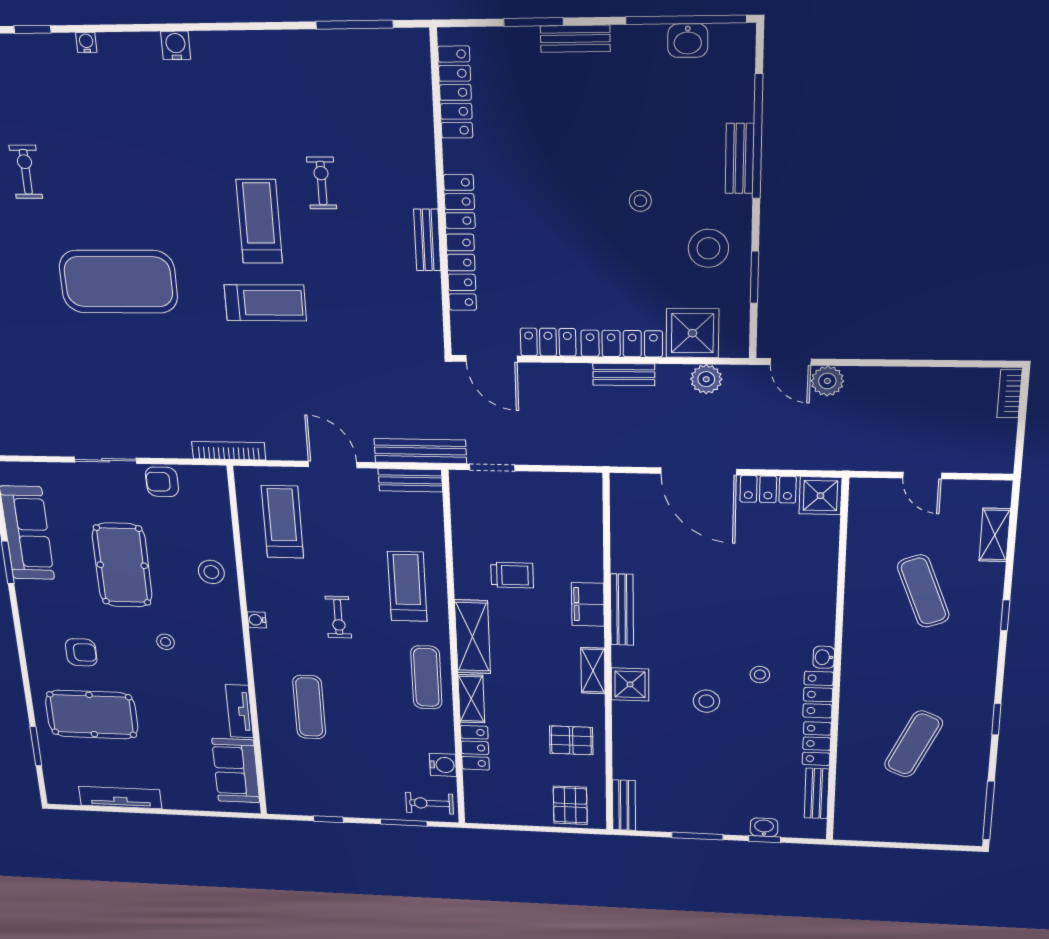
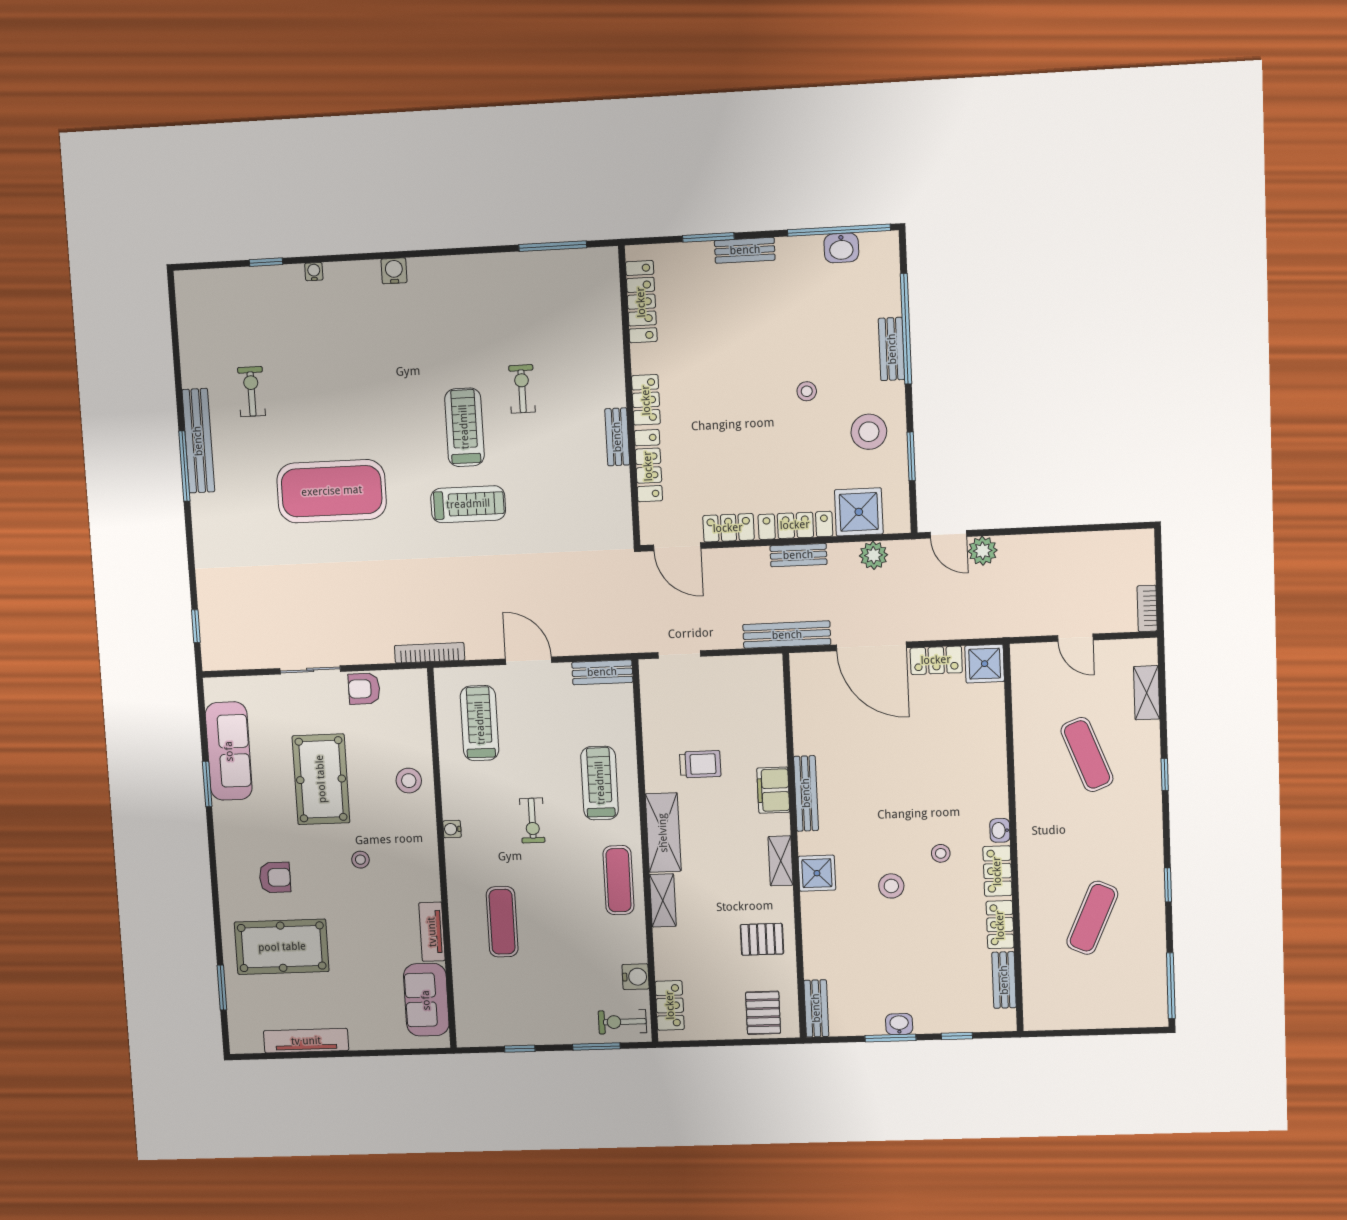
bookcase: (1010, 394) -> (1147, 608), moved
bench: (420, 451) -> (787, 635), moved
locker: (475, 748) -> (670, 1005), moved
washbasin: (764, 827) -> (899, 1024), moved

